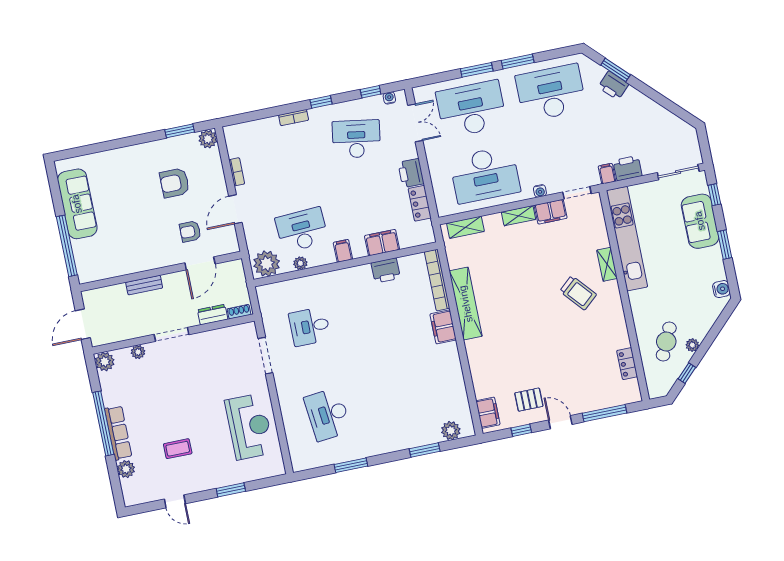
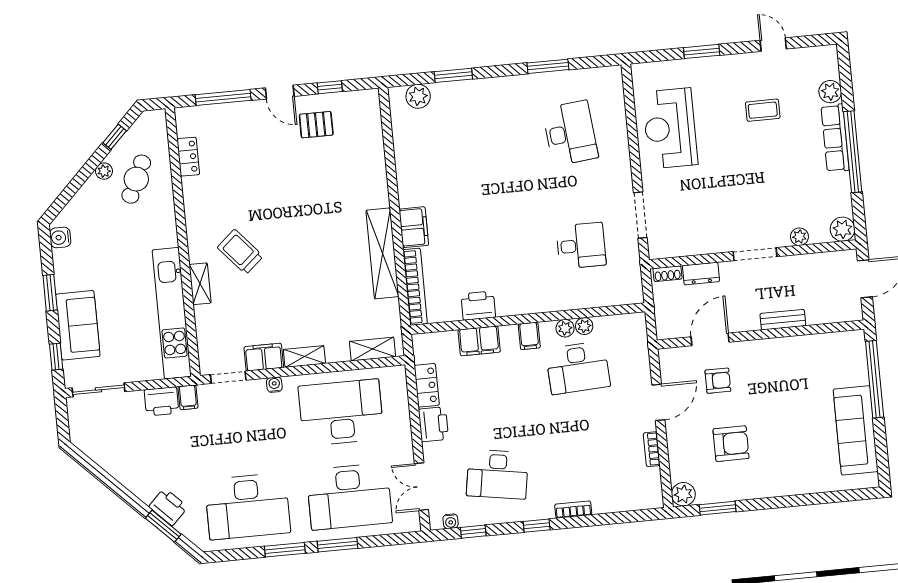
plant: (267, 264) -> (565, 328), moved, width x0.53, depth x0.53
filing cabinet: (488, 413) -> (369, 114), removed

